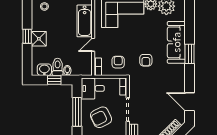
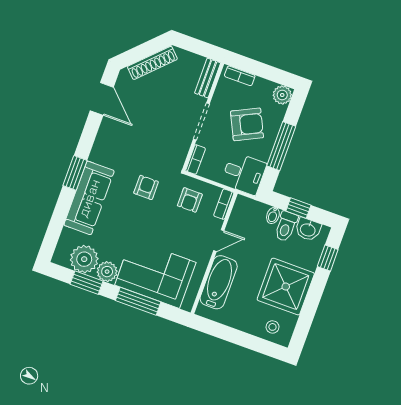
window: (27, 36) -> (328, 258), moved
shower: (39, 39) -> (286, 287), width x1.86, depth x1.86

